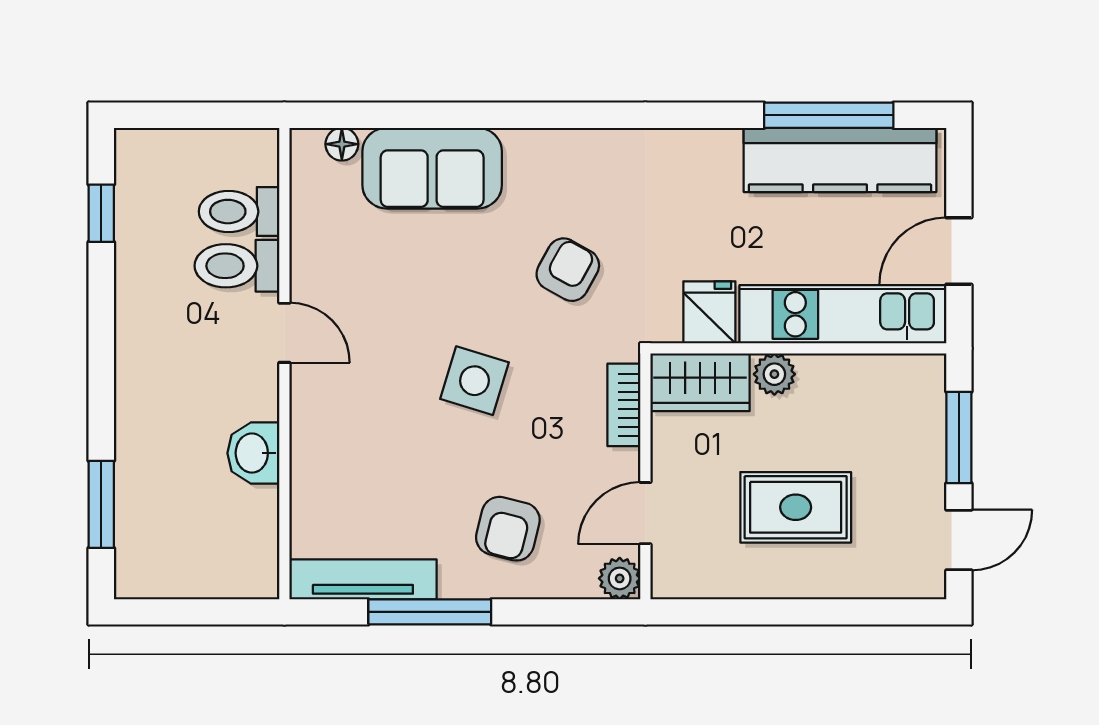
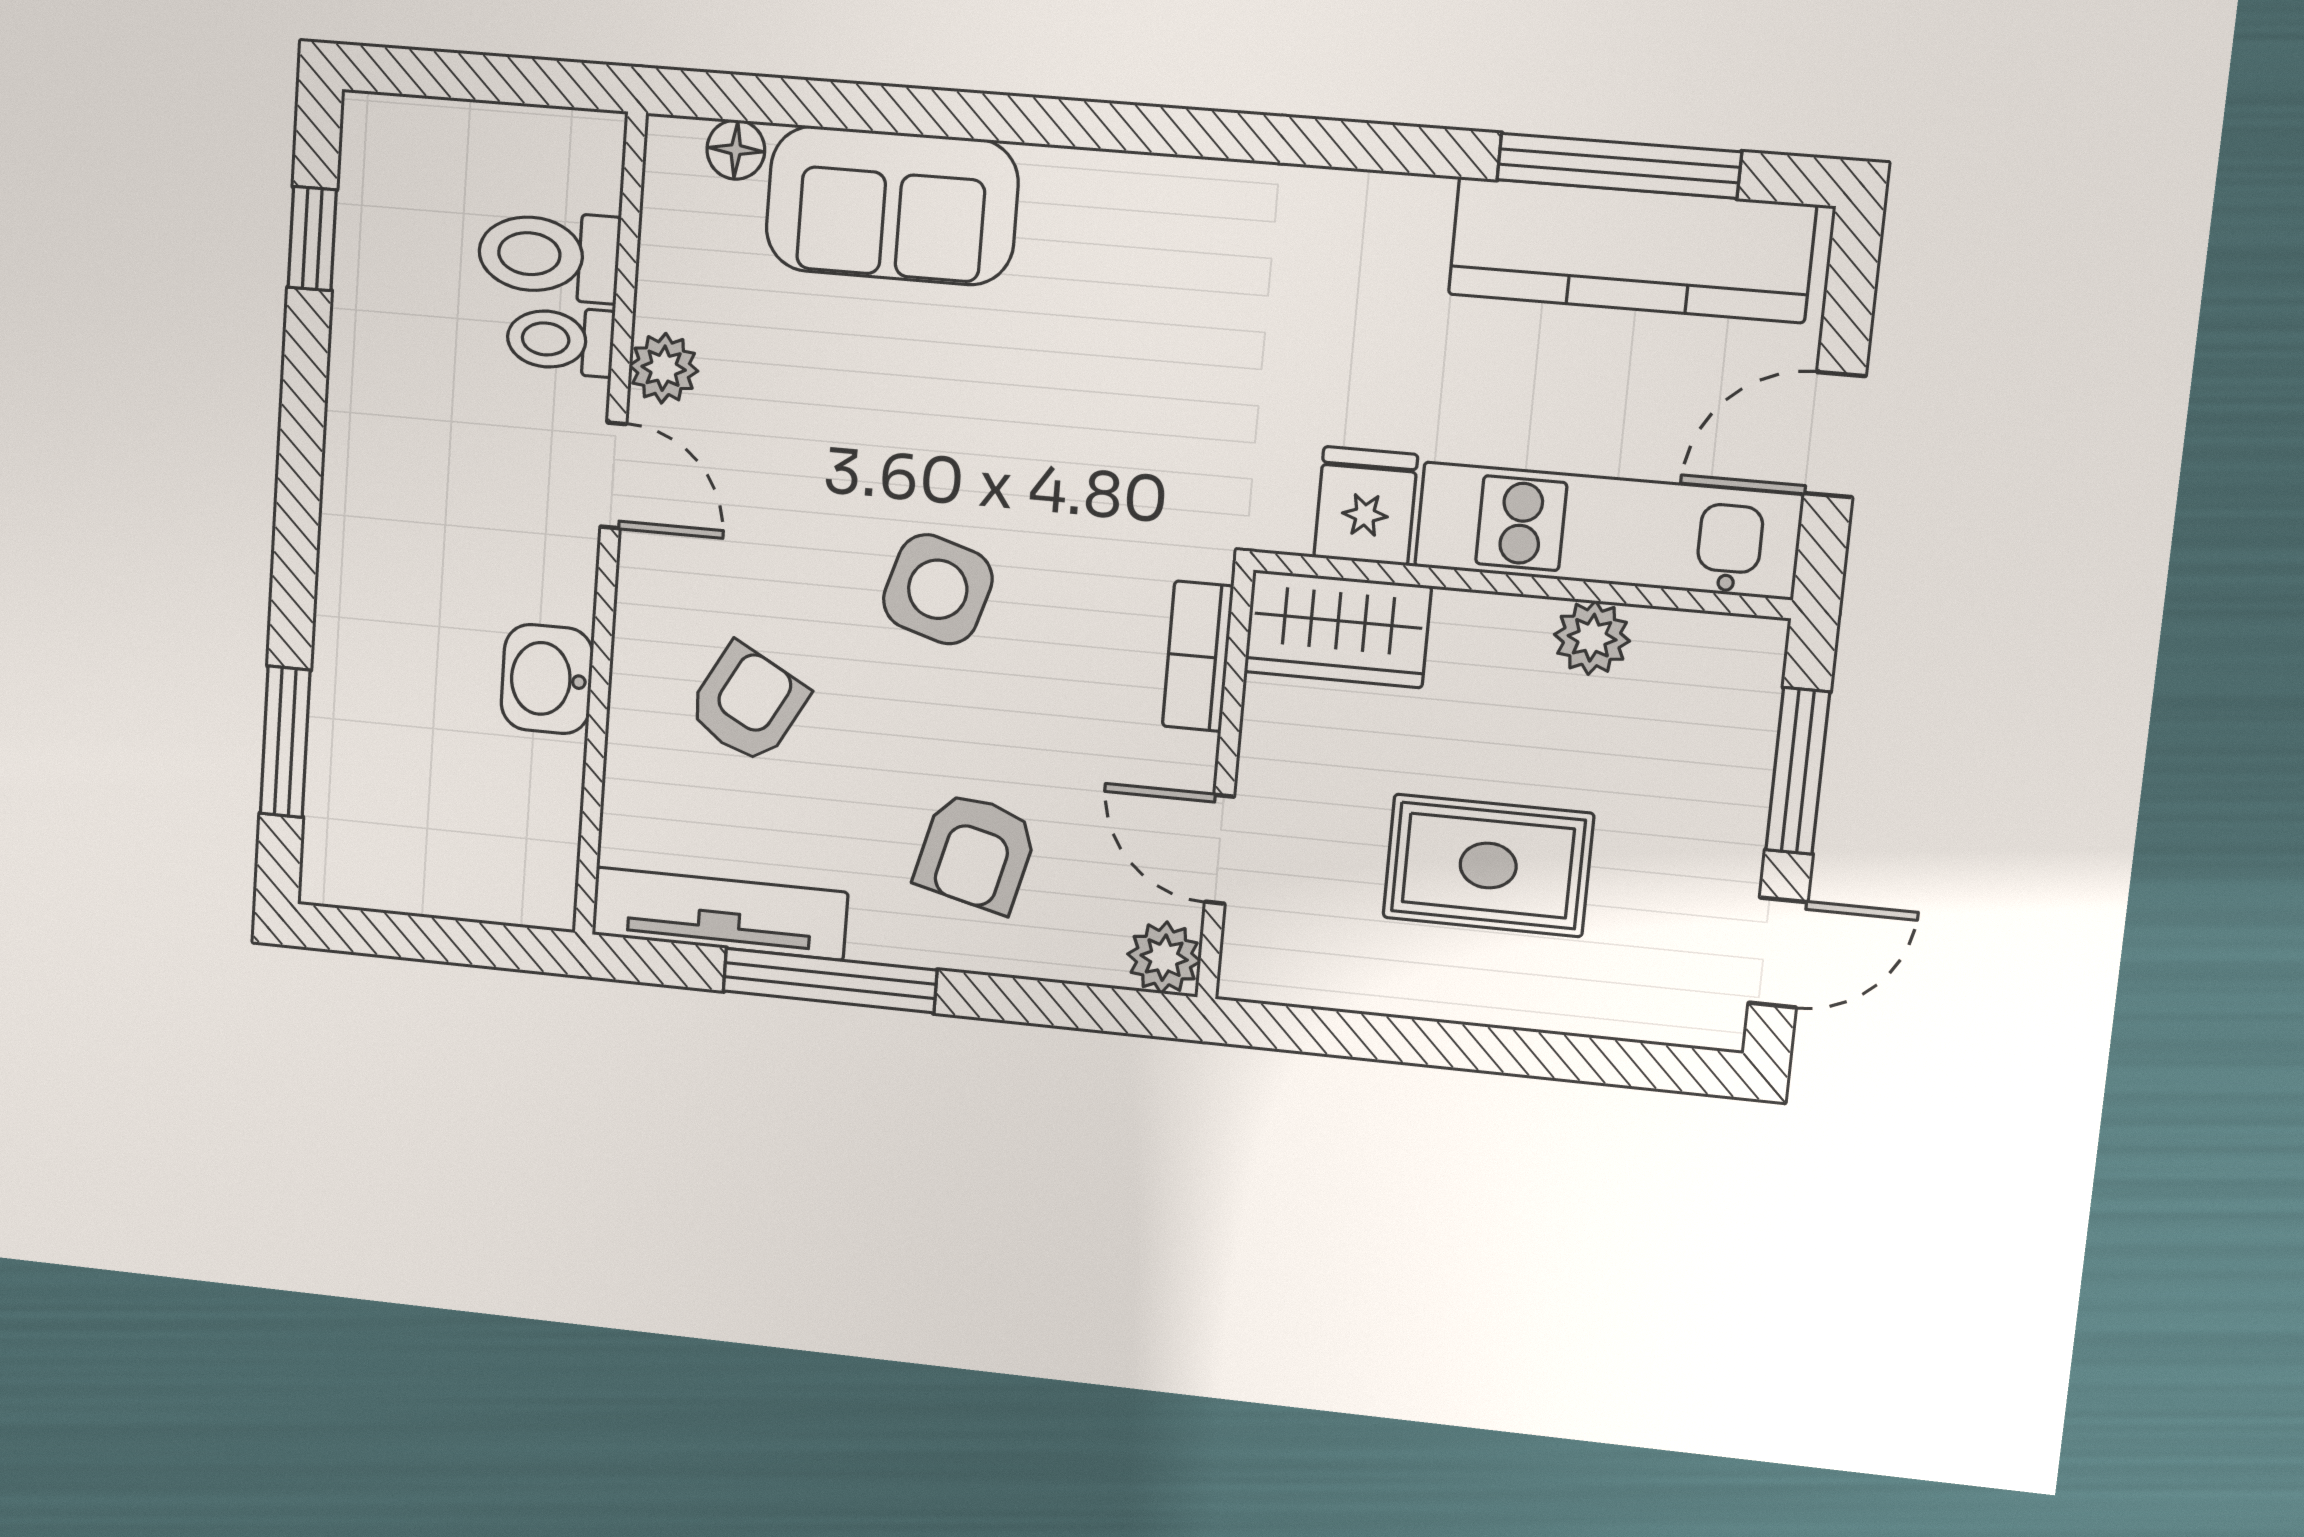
toilet: (237, 266) -> (560, 340), width x0.73, depth x0.72
plant: (309, 270) -> (664, 368), added
armchair: (568, 270) -> (748, 704), moved
plant: (774, 374) -> (1592, 638), moved
door: (645, 513) -> (1219, 849), hinge flipped

